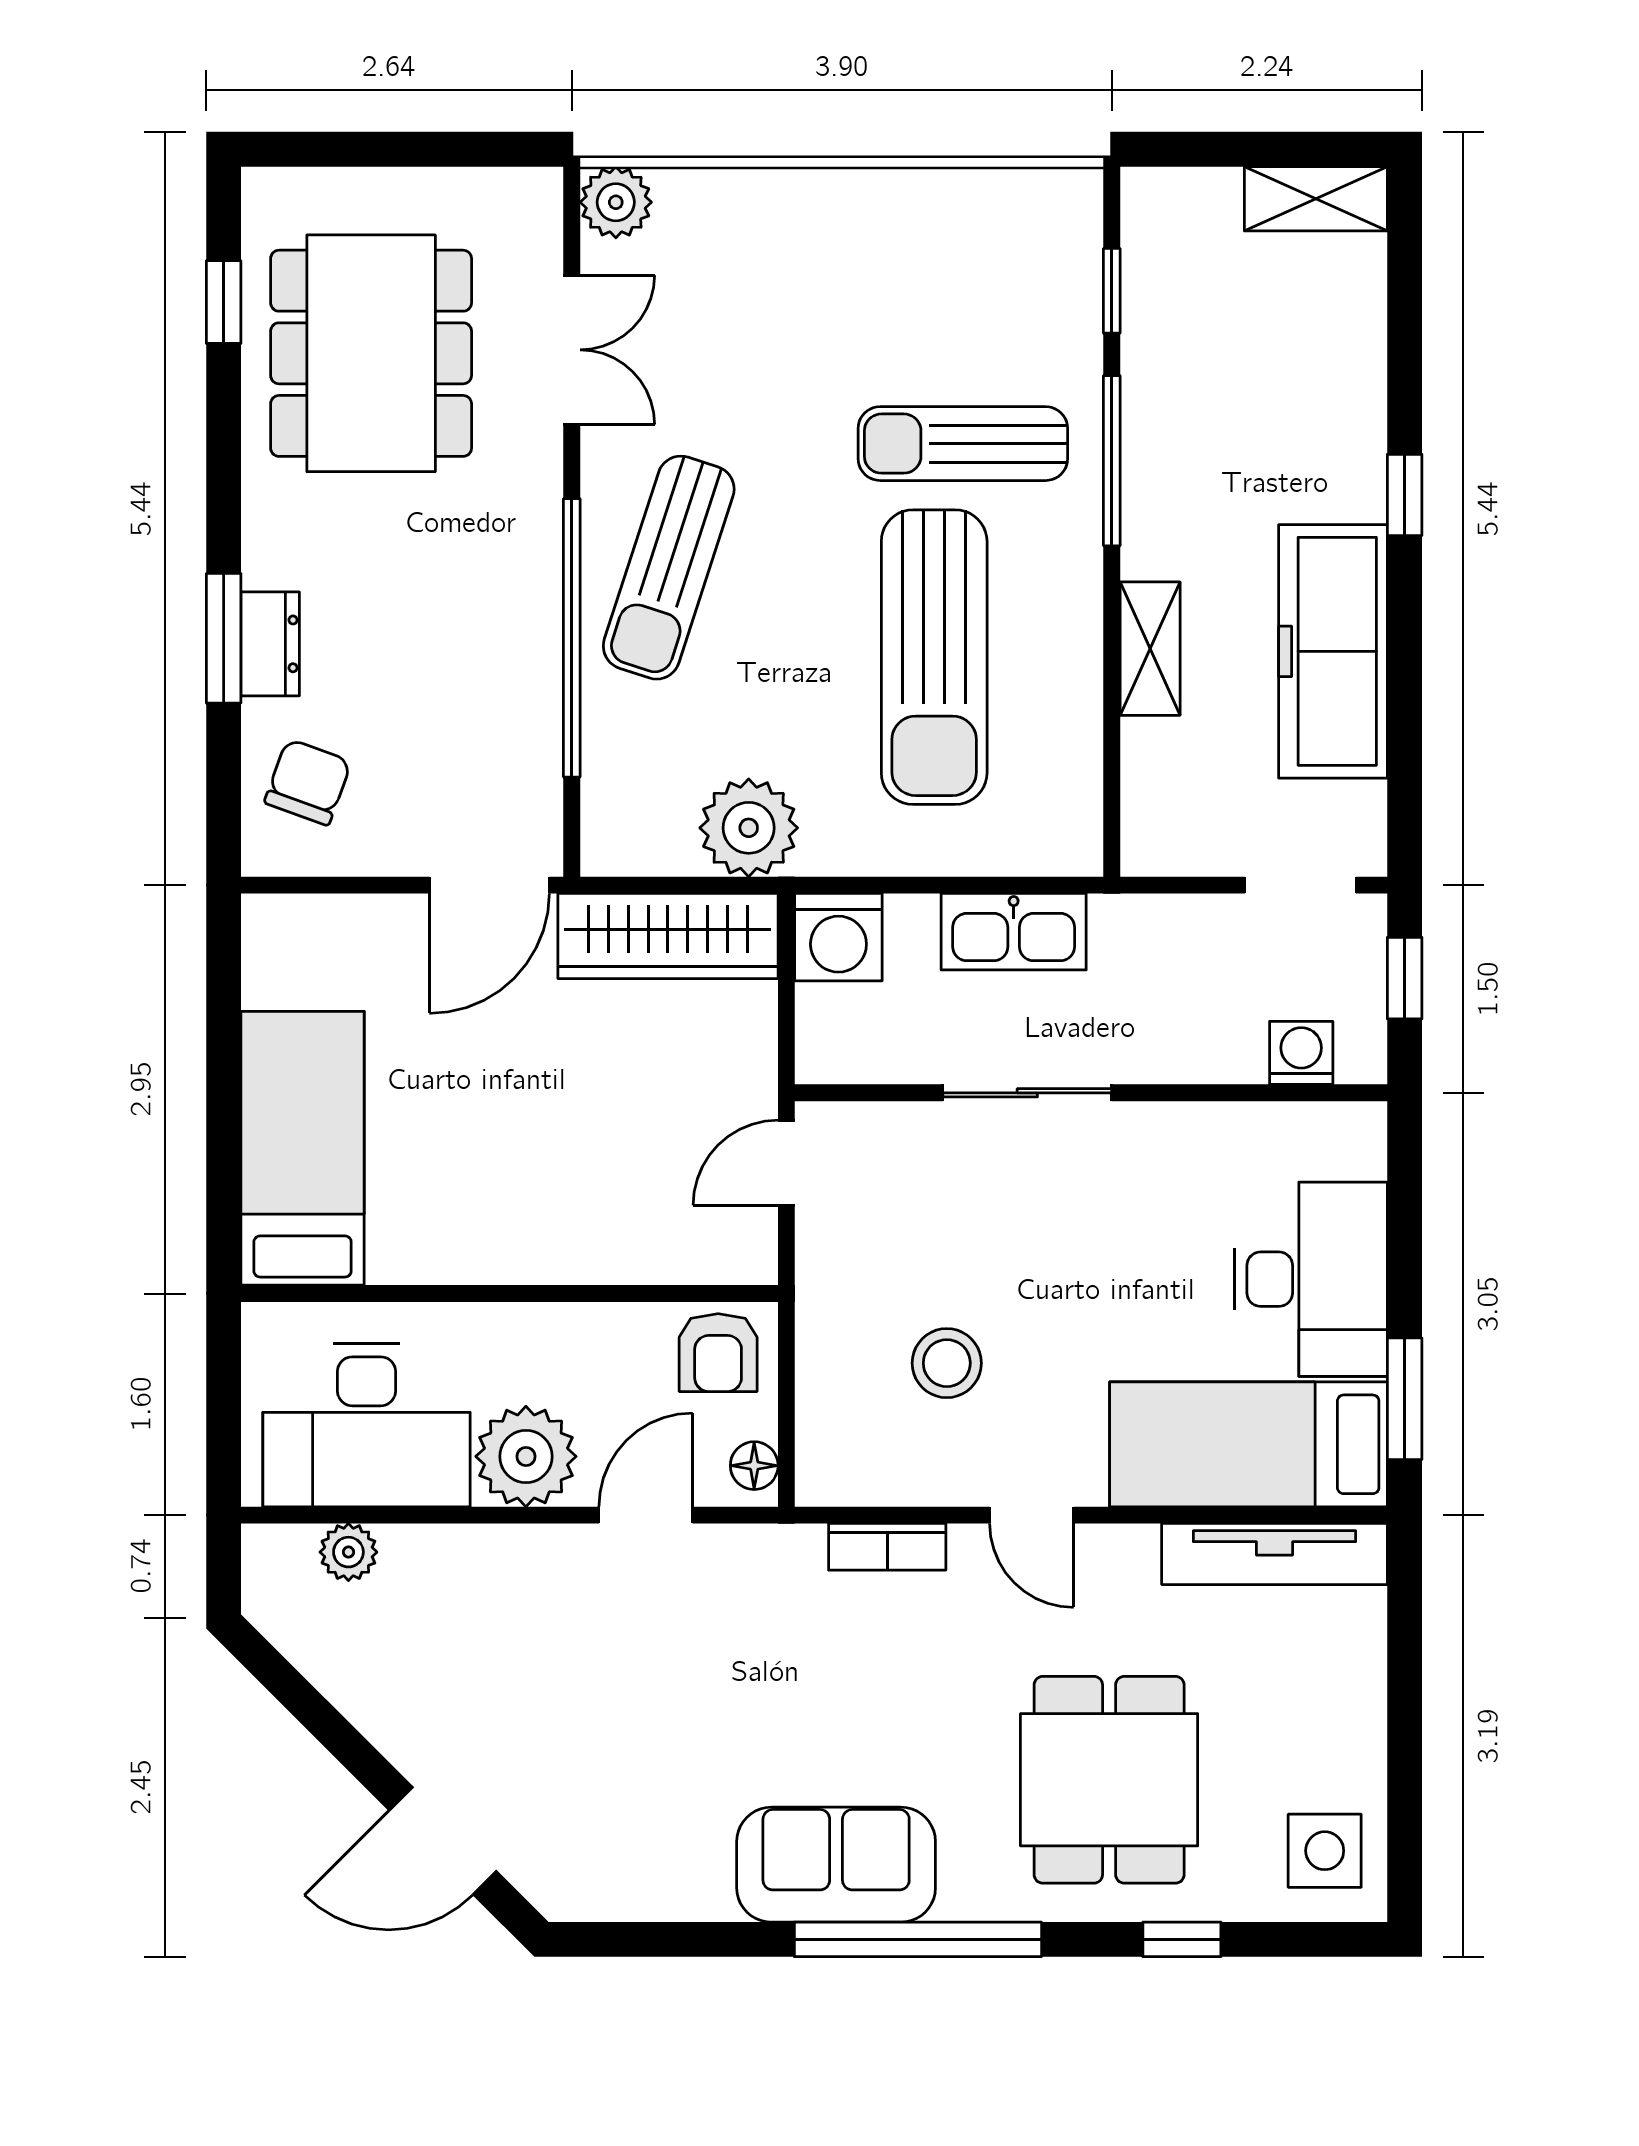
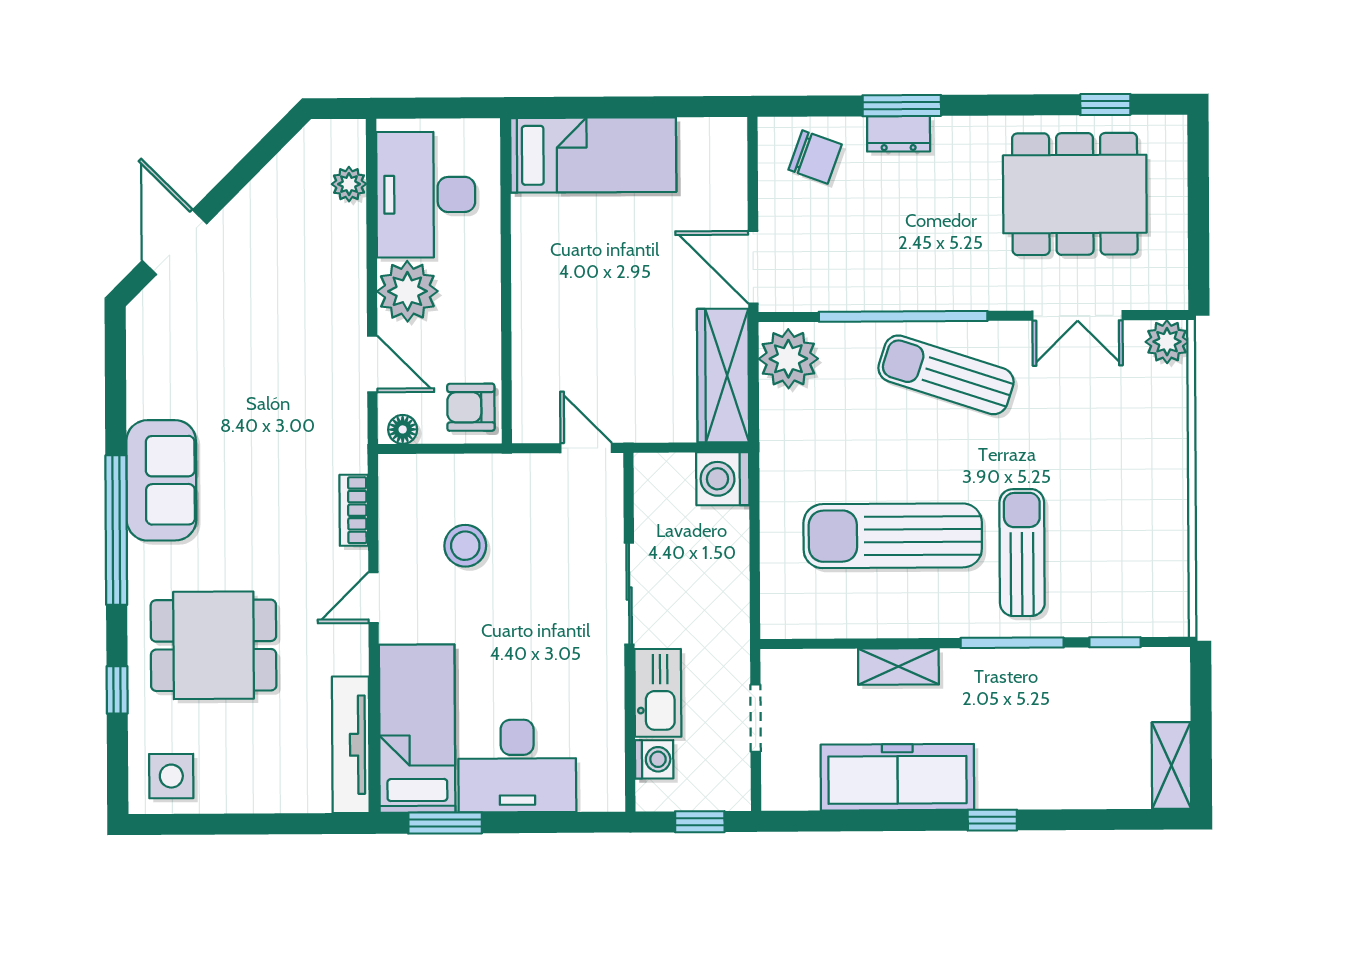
plant: (749, 828) -> (788, 359), moved
doorway: (1300, 885) -> (756, 718), moved
kitchen sink: (1014, 932) -> (658, 693), moved, turned 180

